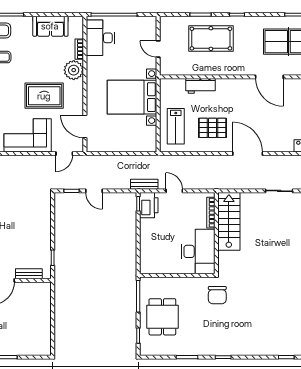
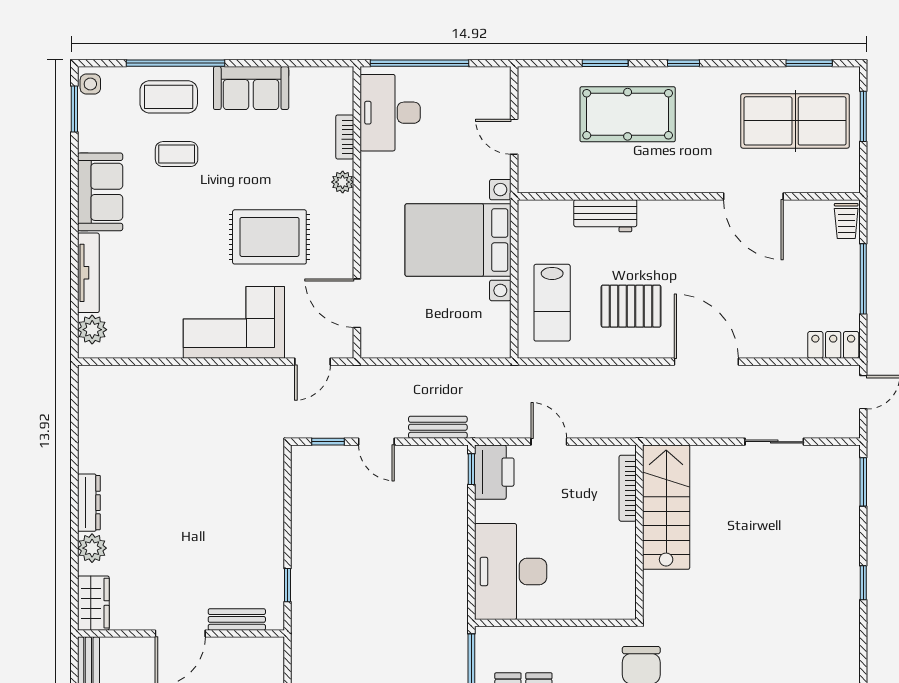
sofa: (50, 26) -> (251, 88), moved
plant: (74, 70) -> (343, 182), width x0.53, depth x0.53
bench: (144, 184) -> (438, 427), moved
desk: (198, 251) -> (511, 572), moved, turned 180

